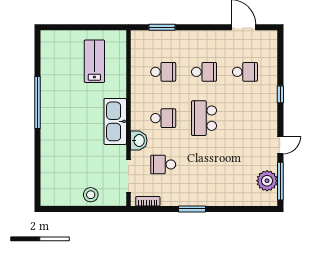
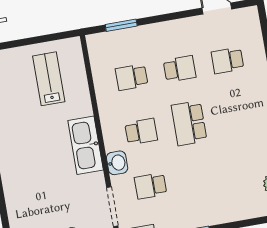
school desk: (163, 72) -> (132, 77), turned 180
school desk: (245, 72) -> (228, 60), turned 180

